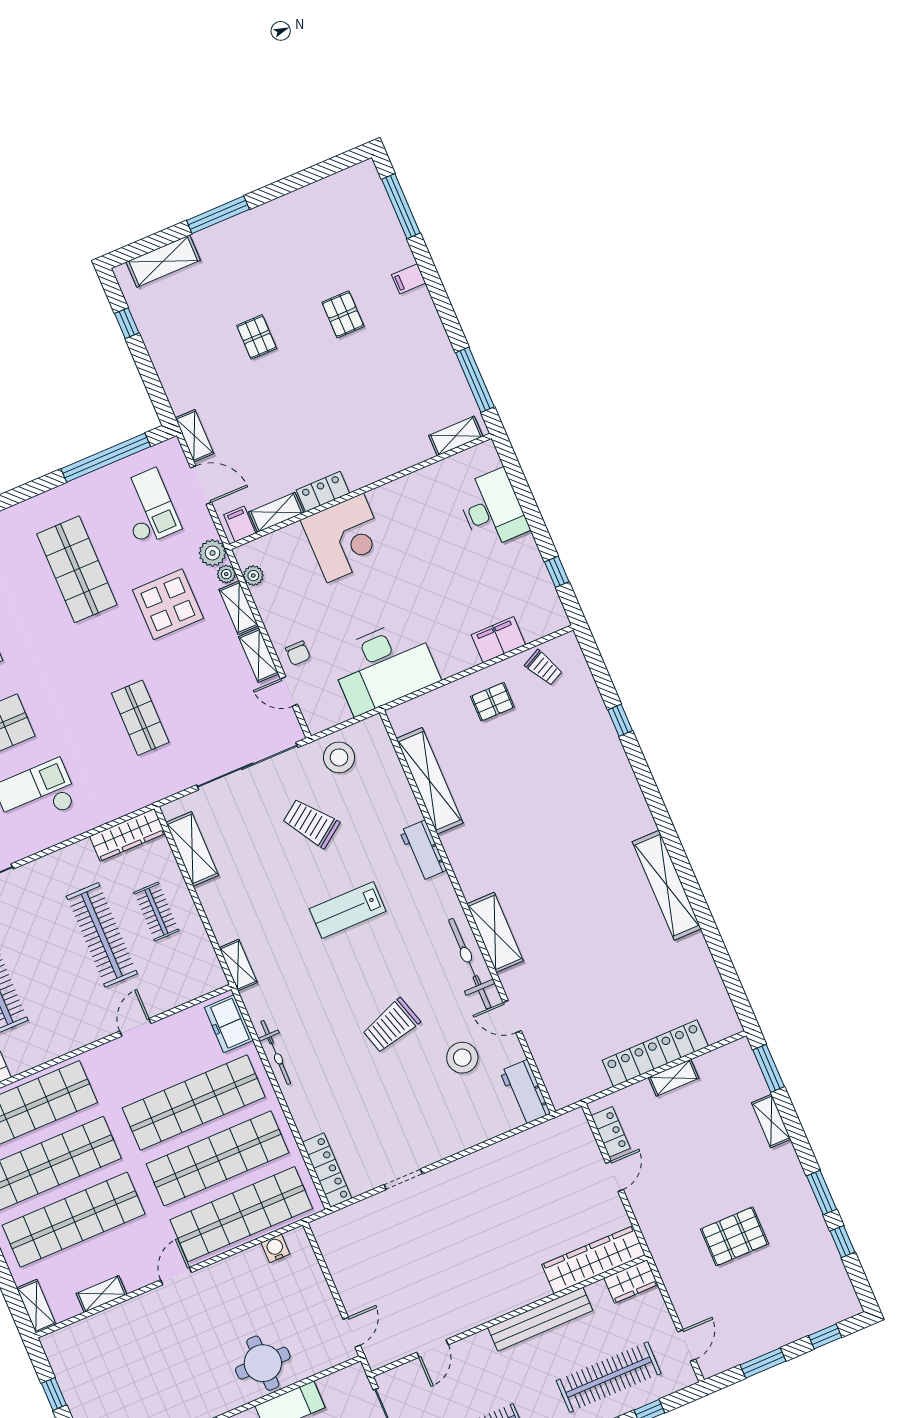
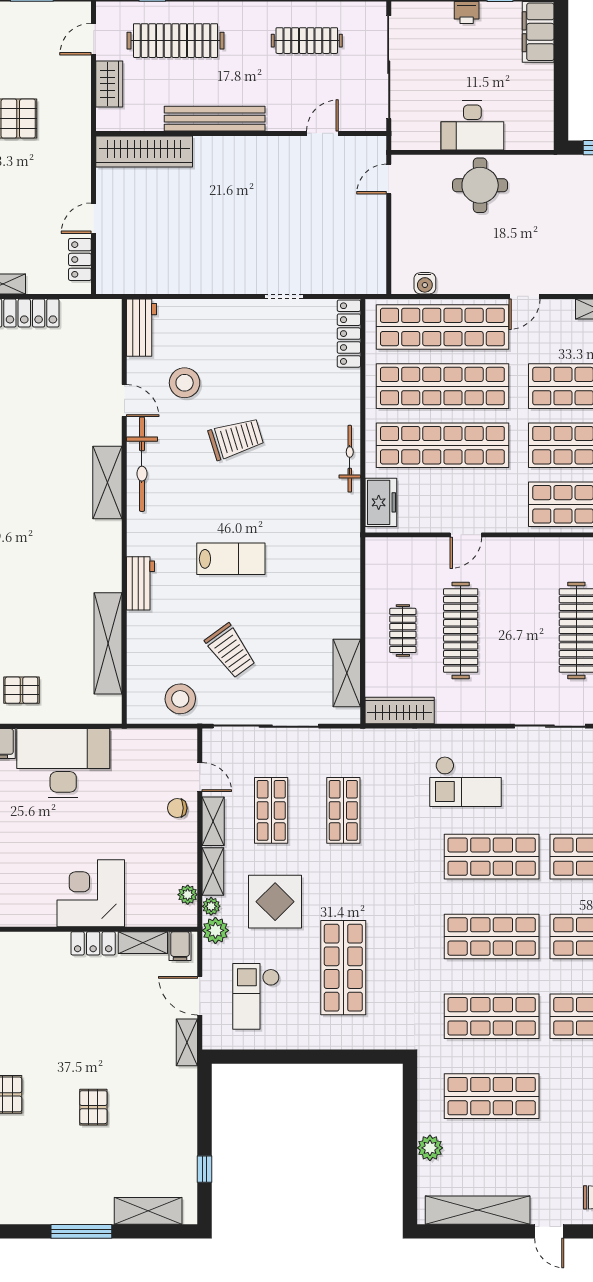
window: (106, 458) -> (275, 1057), removed
chair: (298, 653) -> (177, 808), turned -90
desk: (384, 666) -> (63, 763), moved
shop shelf: (208, 689) -> (271, 810), added
shelving: (238, 965) -> (350, 551), removed
wardrobe: (631, 1281) -> (109, 84), moved, turned 90

